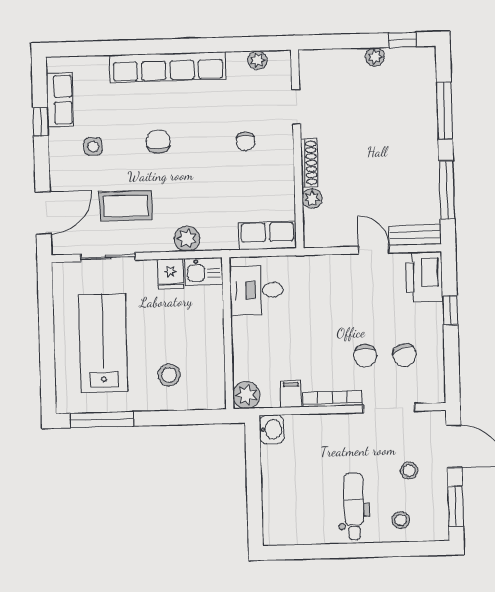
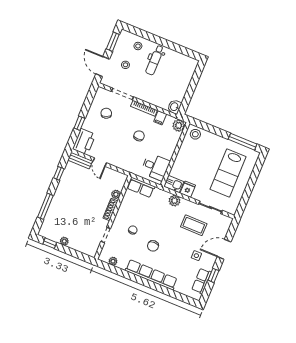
chair: (158, 142) -> (153, 246), moved
window: (447, 190) -> (59, 173), width x0.46
door: (43, 213) -> (224, 249), moved
chair: (365, 356) -> (139, 136), moved
stool: (169, 375) -> (195, 134), moved

